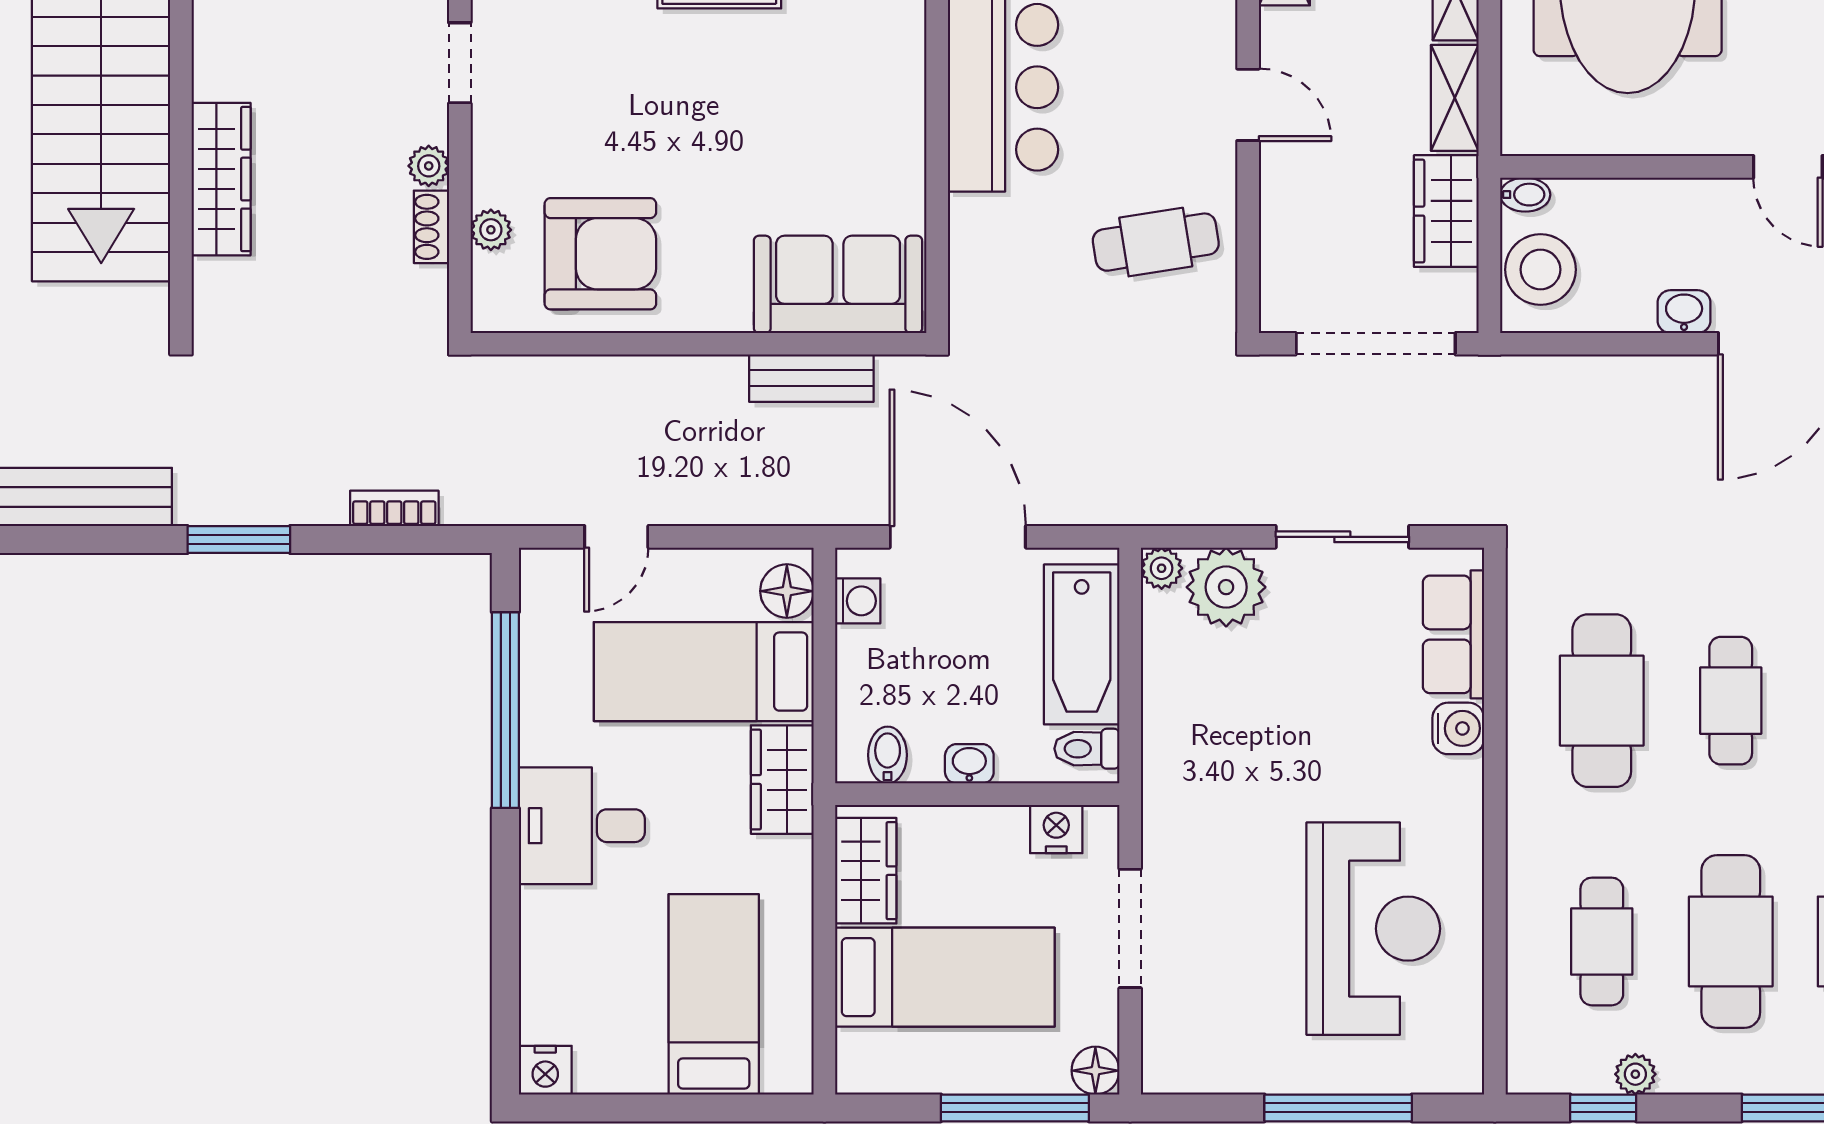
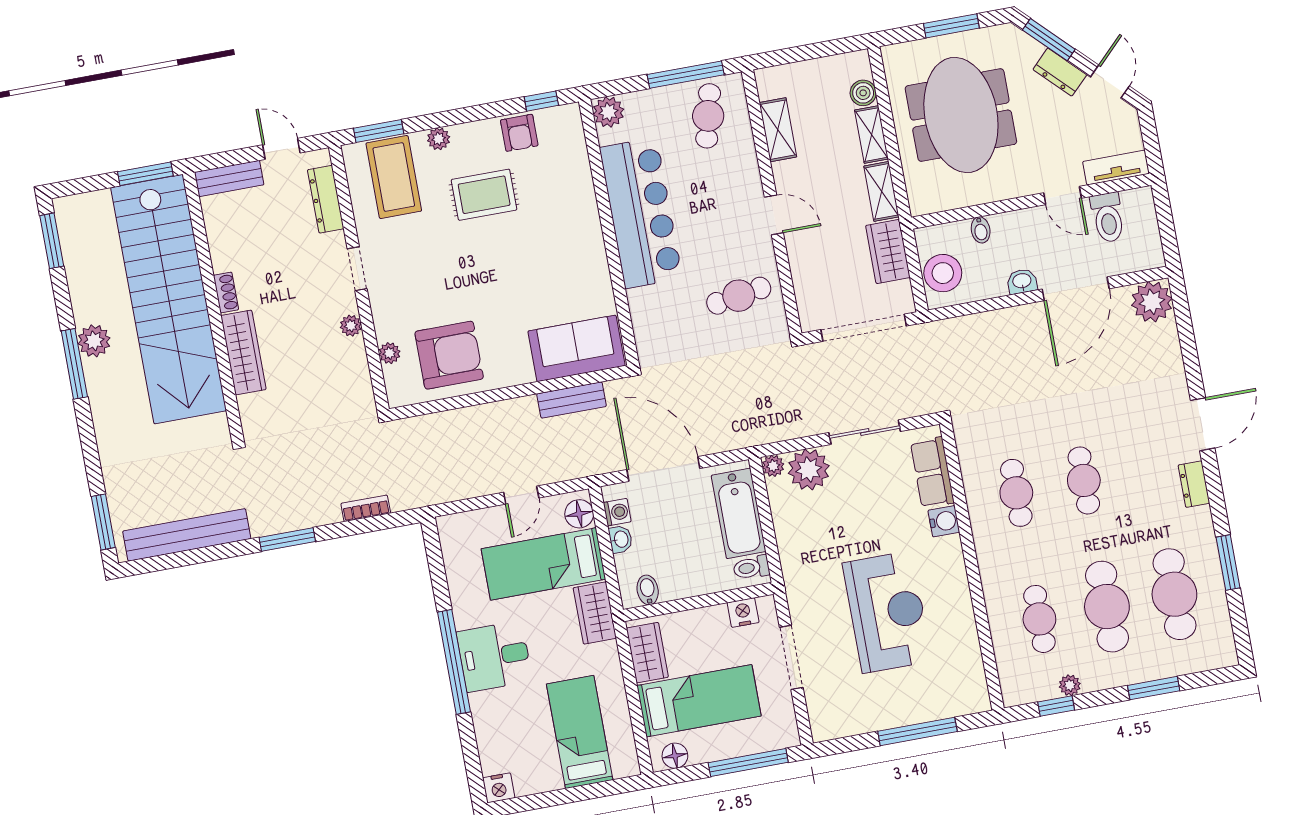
bidet: (1525, 195) -> (981, 230), moved, turned 90
shoe rack: (431, 227) -> (226, 292), moved, turned 180
door: (616, 537) -> (521, 495), moved
cafe table: (1602, 701) -> (1016, 493), width x0.73, depth x0.74
window: (505, 710) -> (454, 662), moved
washbasin: (969, 764) -> (621, 539), moved, turned 90
reception desk: (1373, 929) -> (887, 612), moved
floor lamp: (1095, 1071) -> (675, 756), moved

